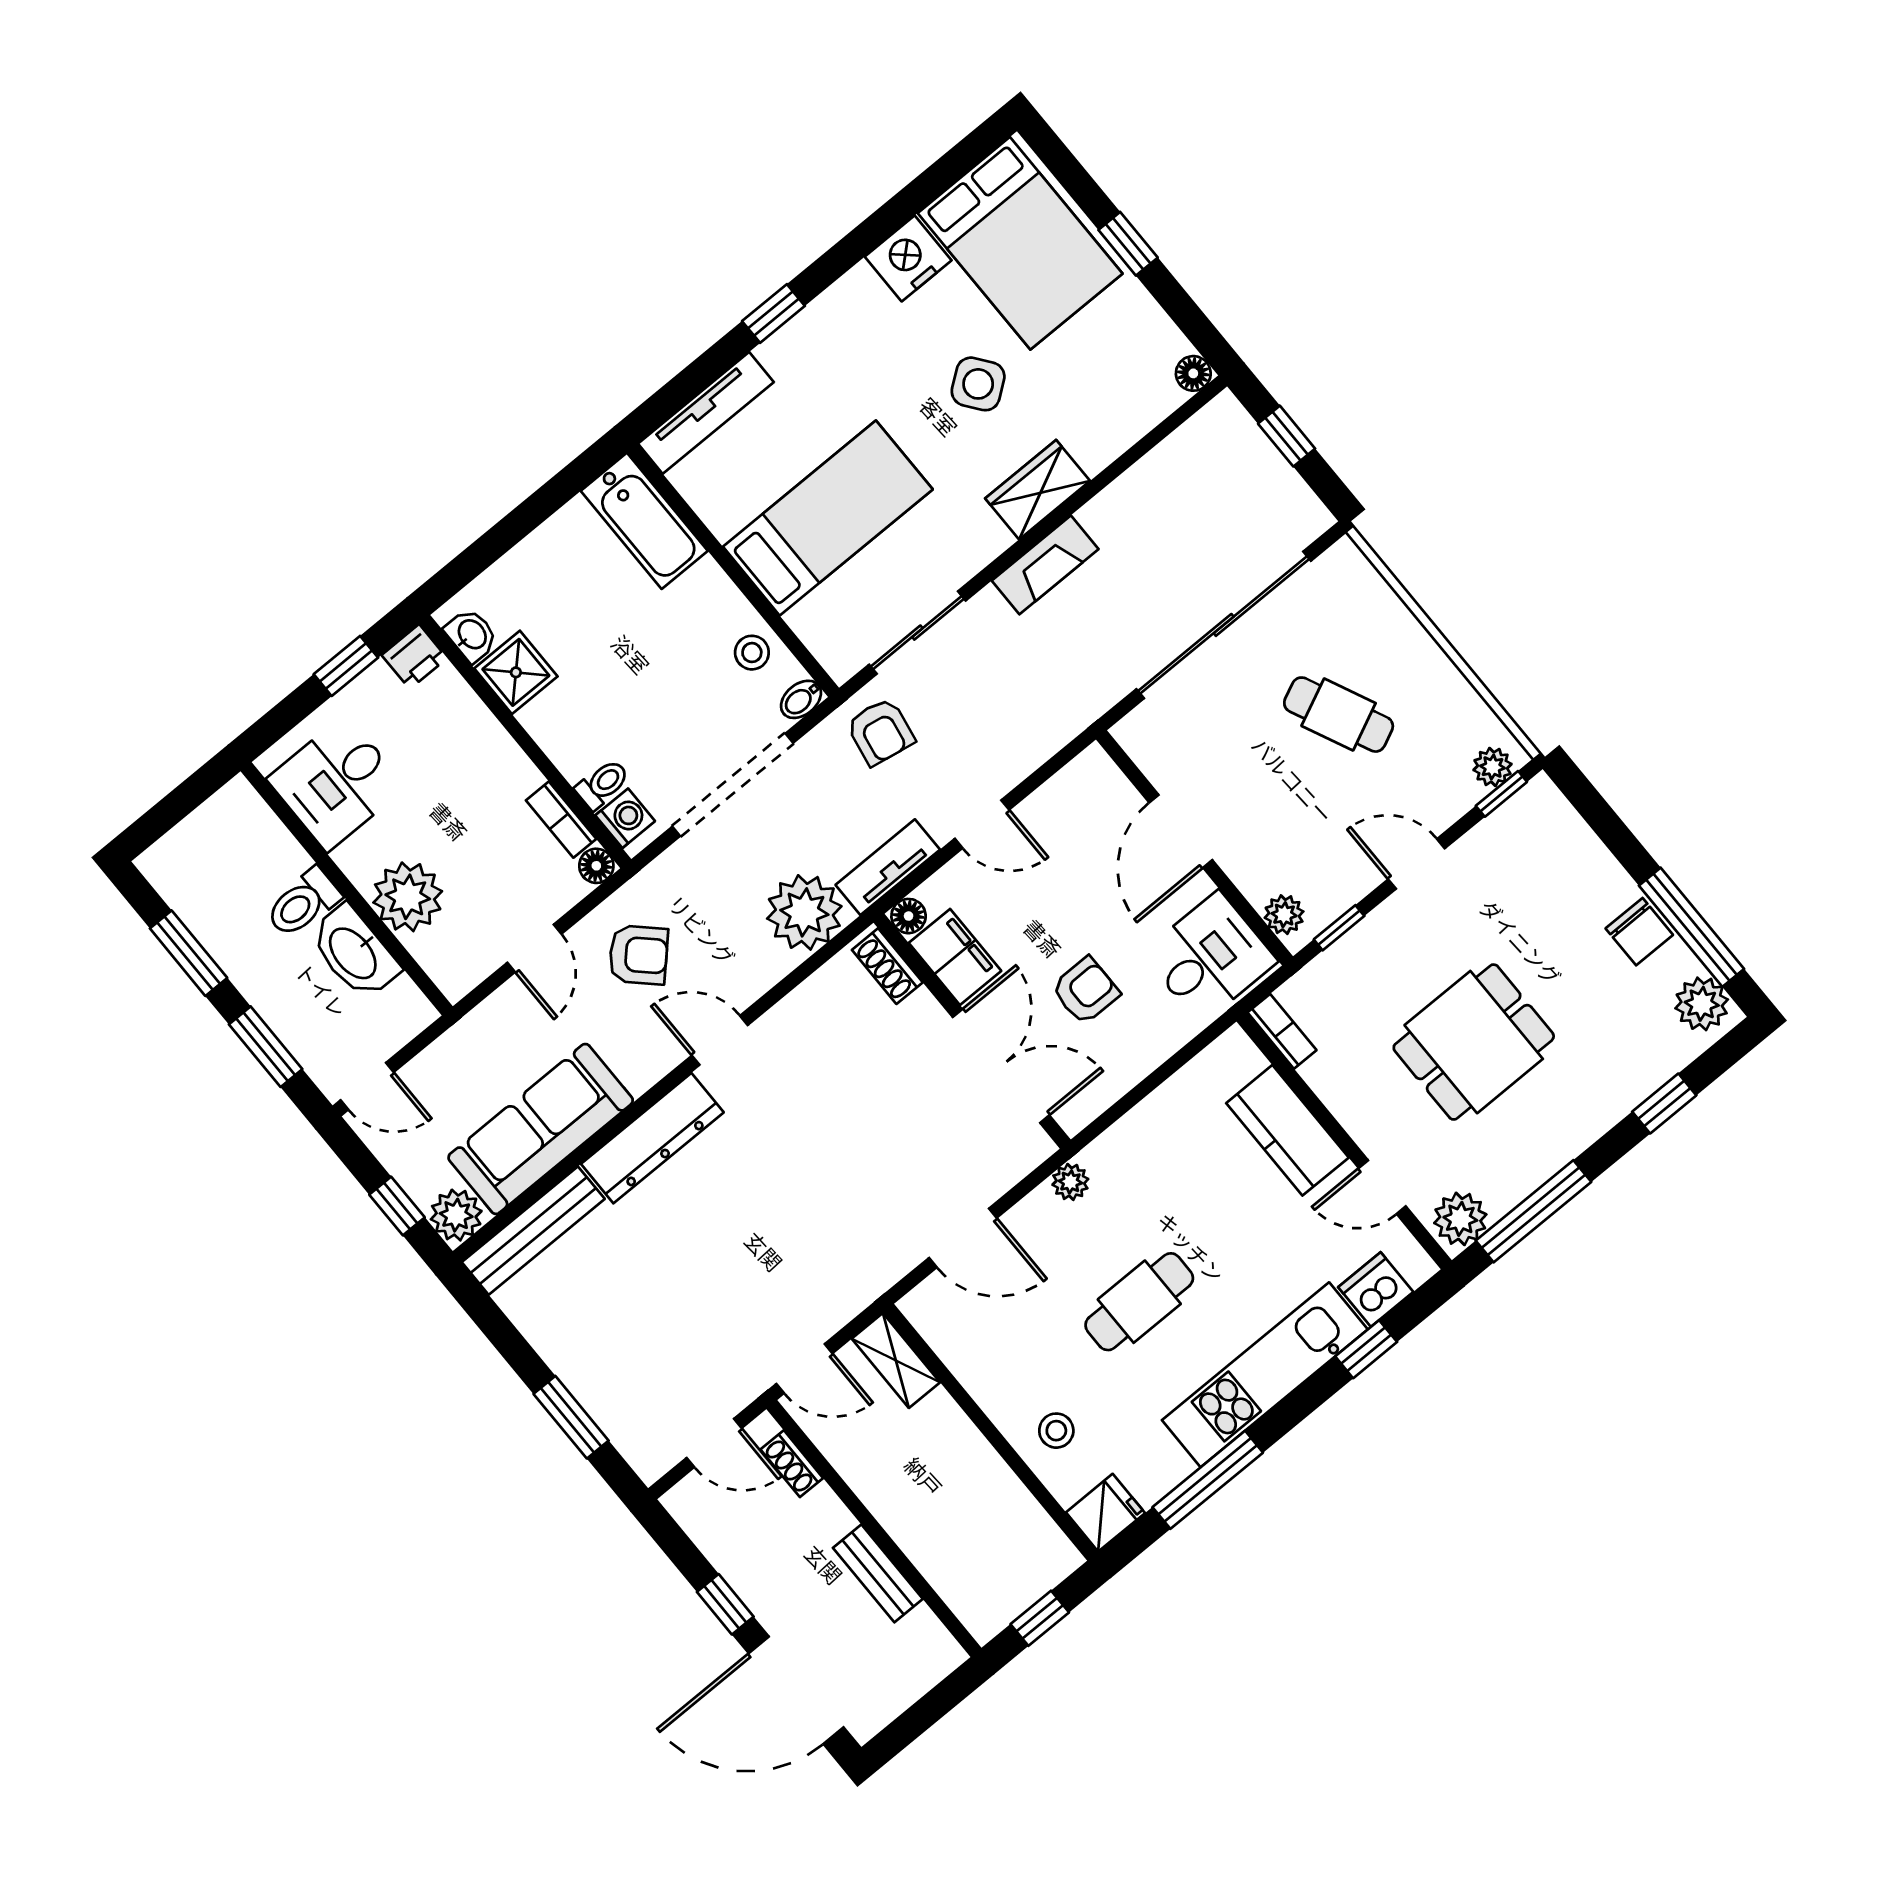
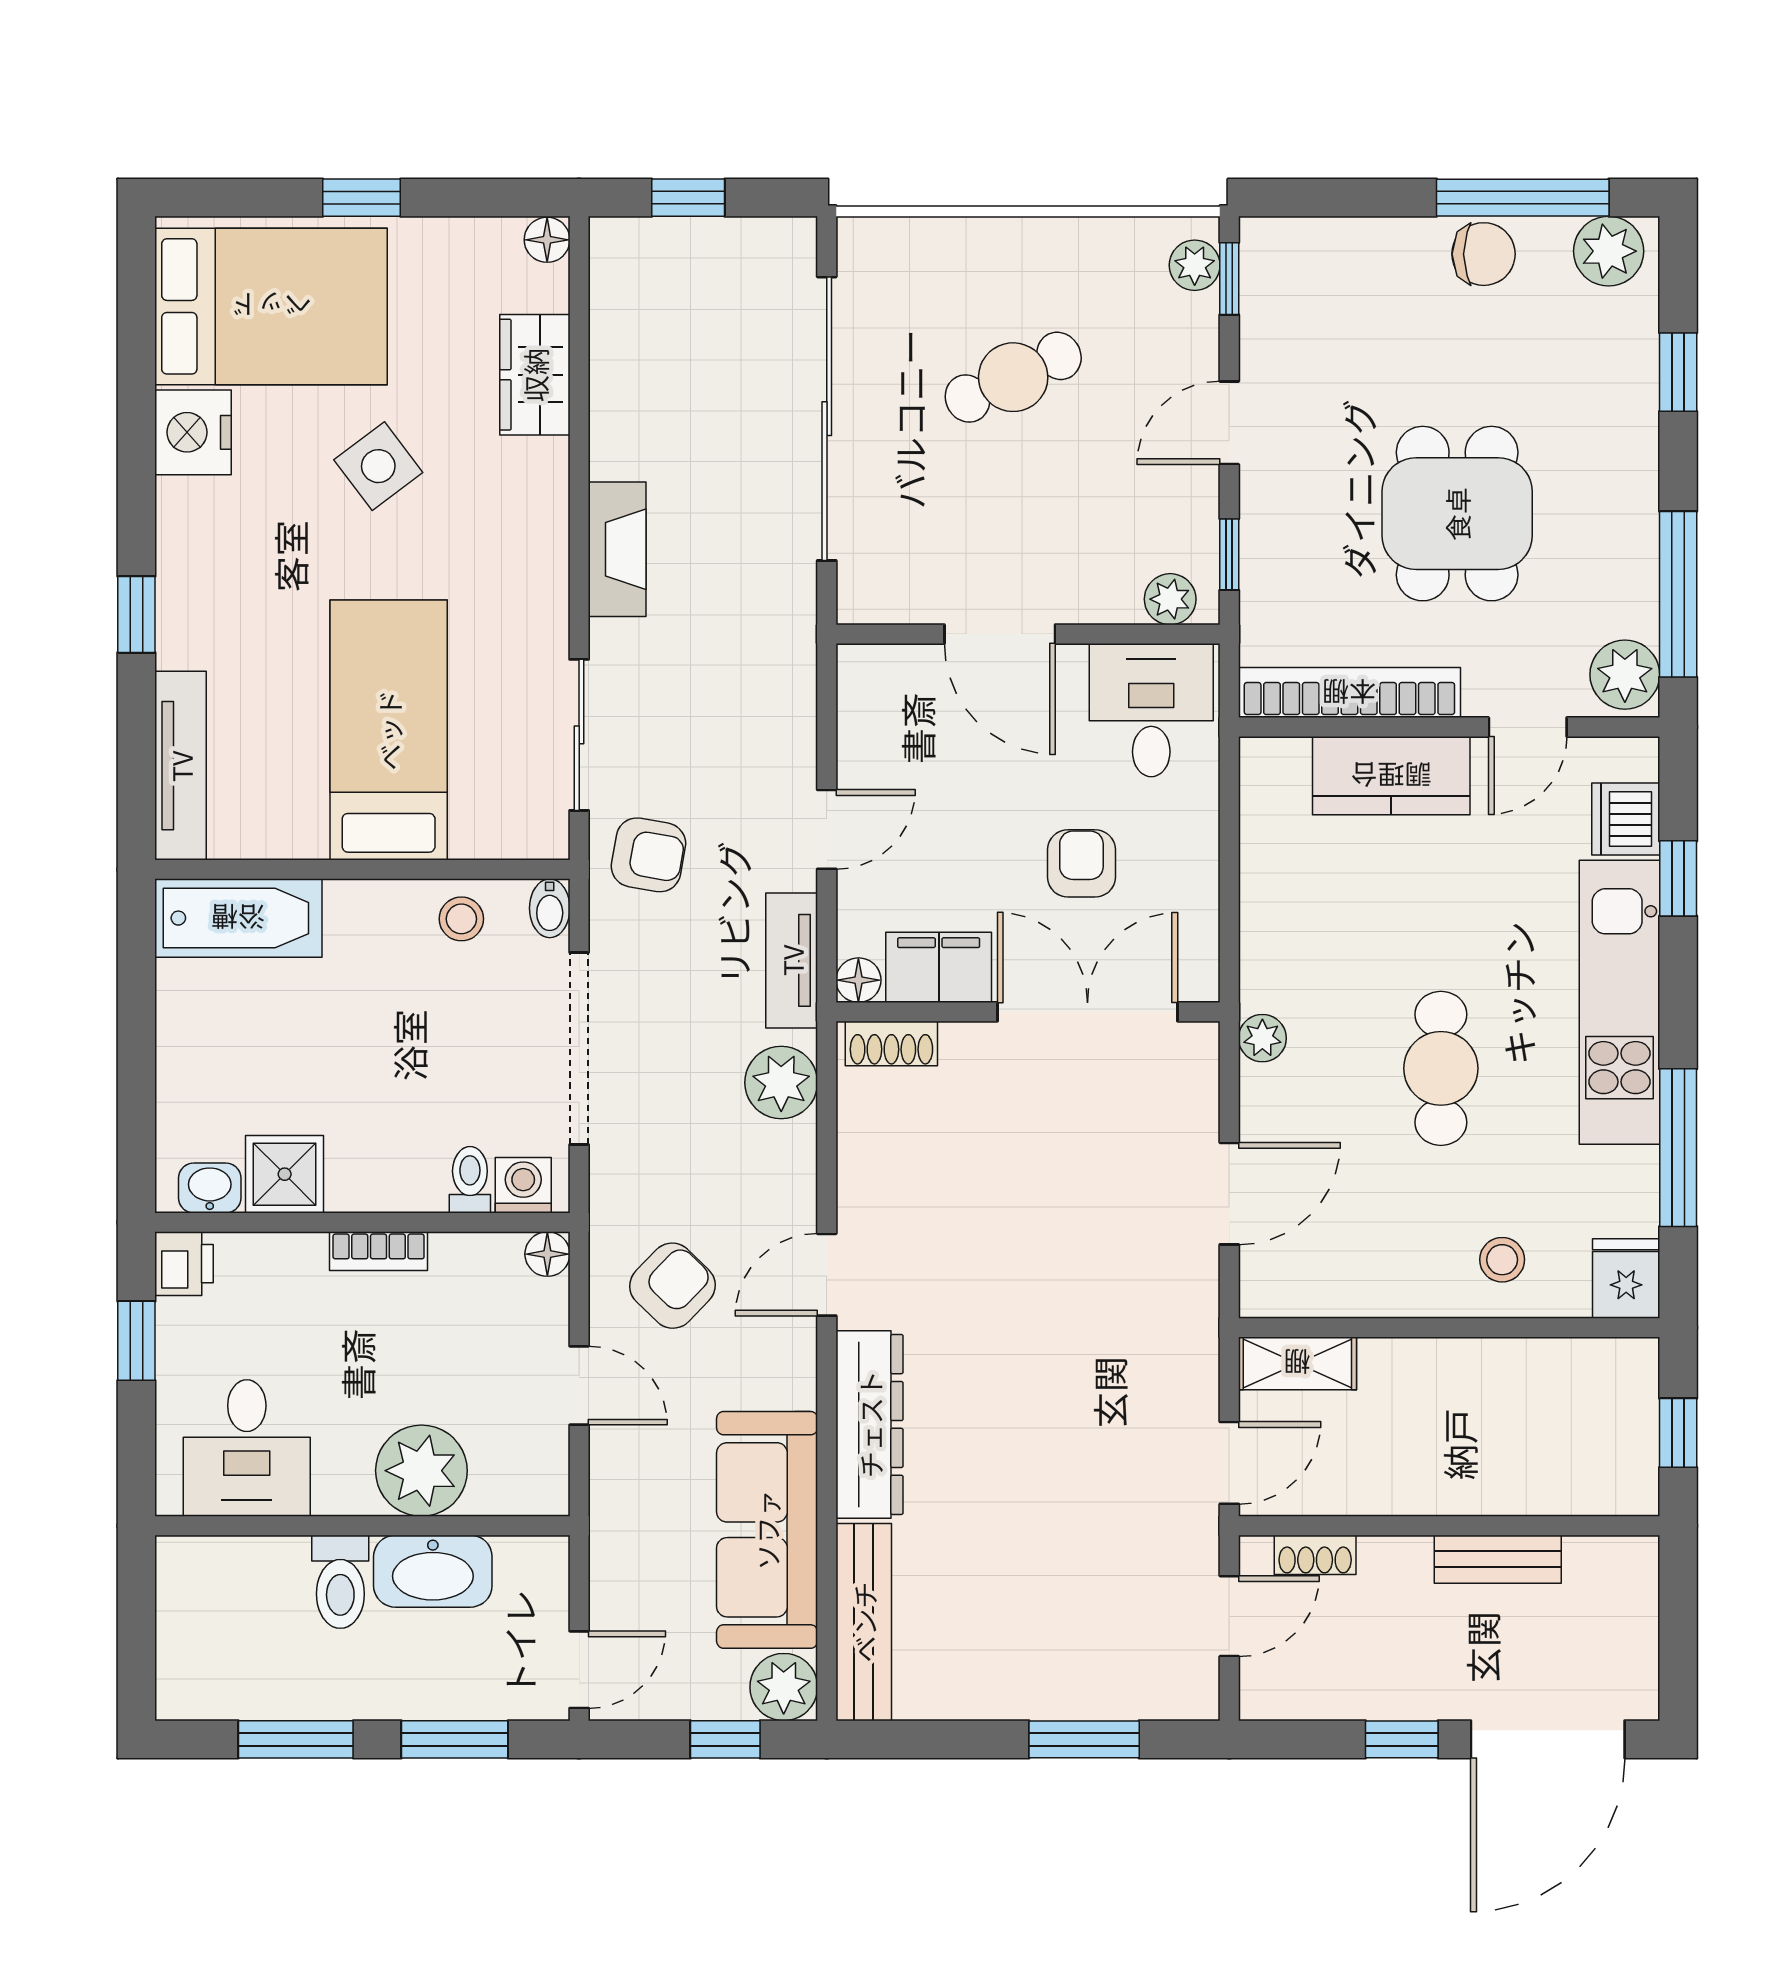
wardrobe: (1038, 490) -> (535, 375), moved
bookcase: (561, 820) -> (379, 1251), moved
plant: (804, 912) -> (781, 1083), width x0.73, depth x0.73
bookcase: (1282, 1031) -> (1349, 693), width x2.31, depth x1.31

